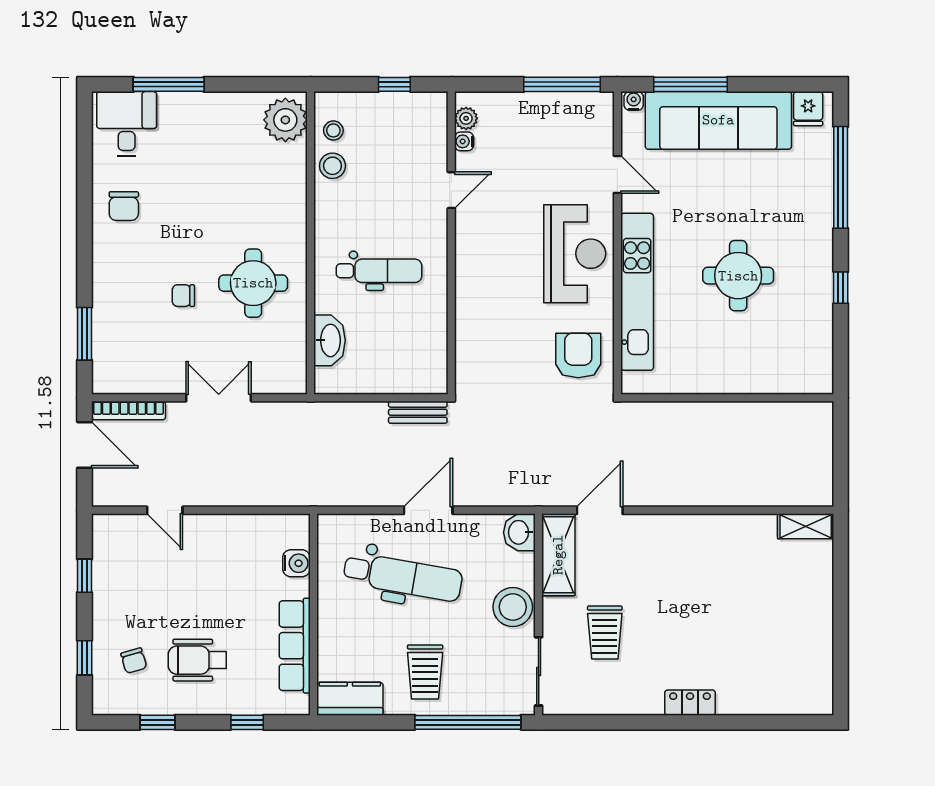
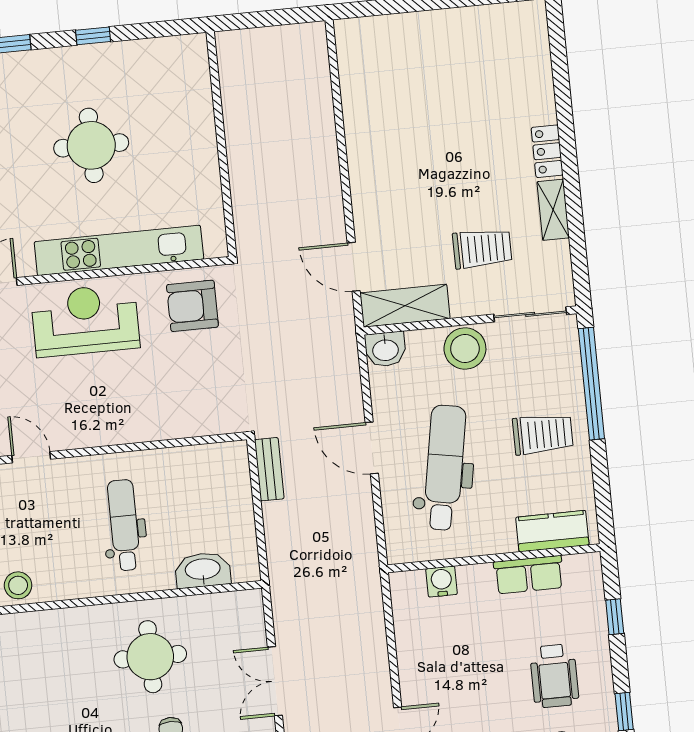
shelving: (806, 526) -> (553, 210), moved
row of seats: (295, 646) -> (529, 575), width x0.68
kitchen counter: (350, 699) -> (552, 531), moved, turned 90

